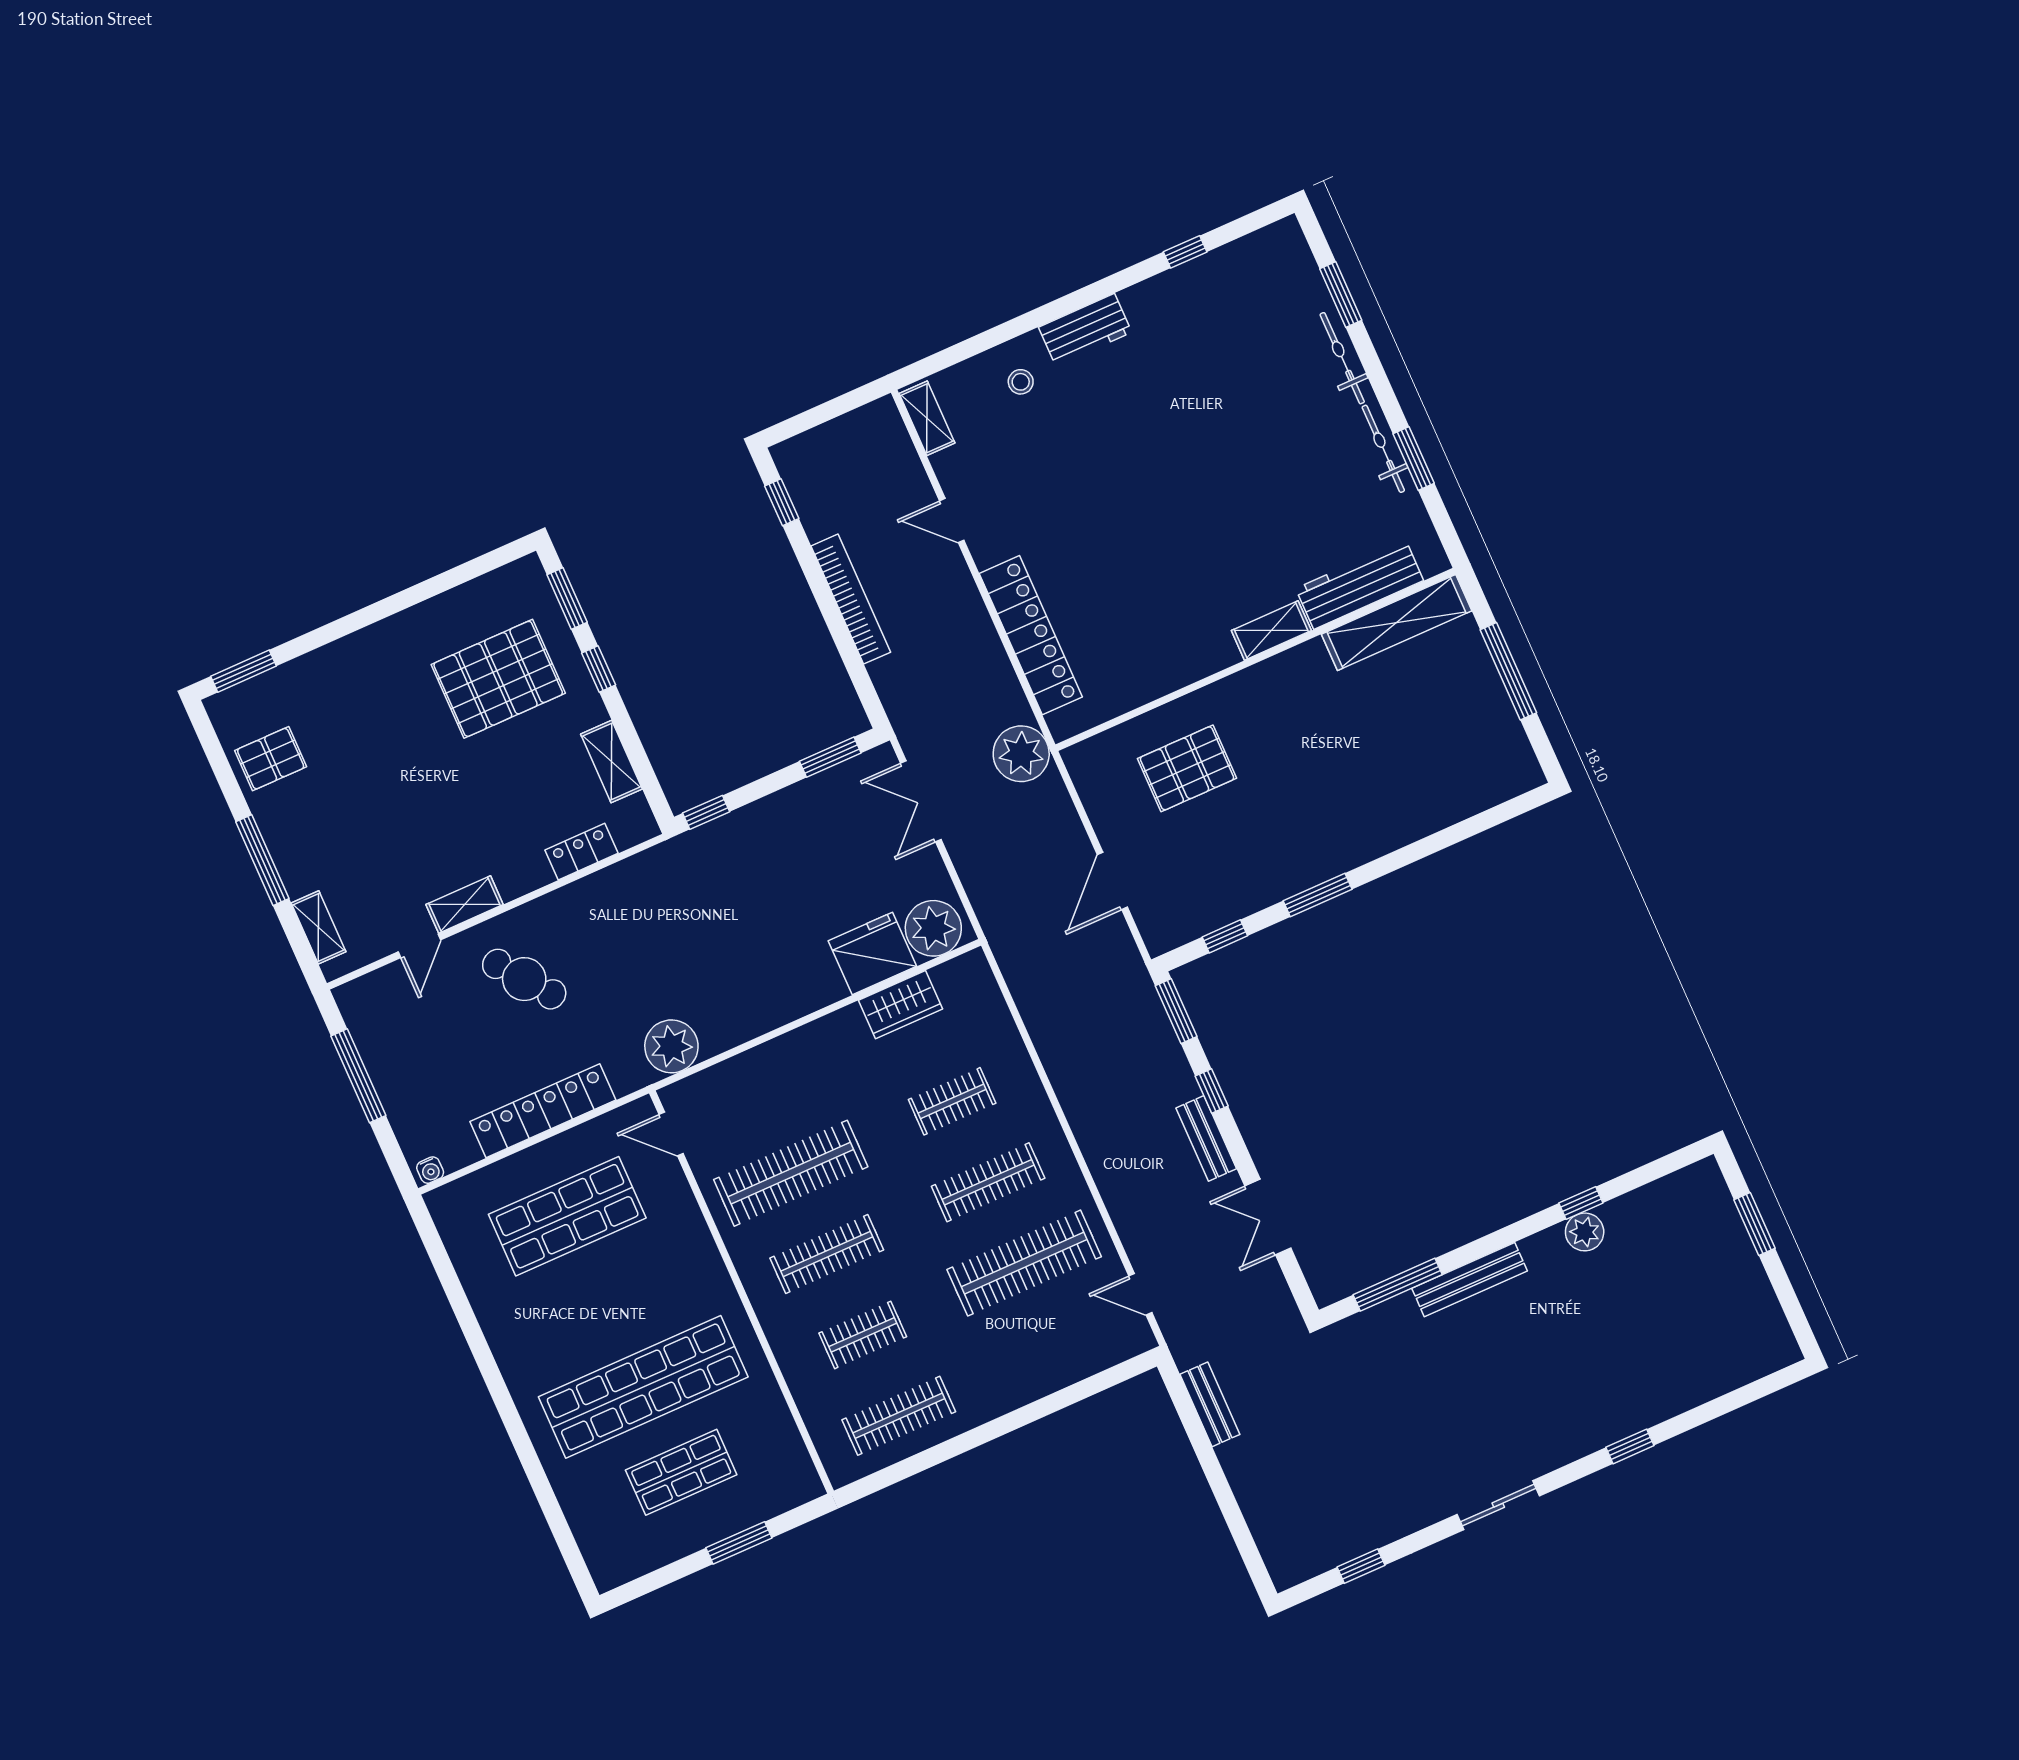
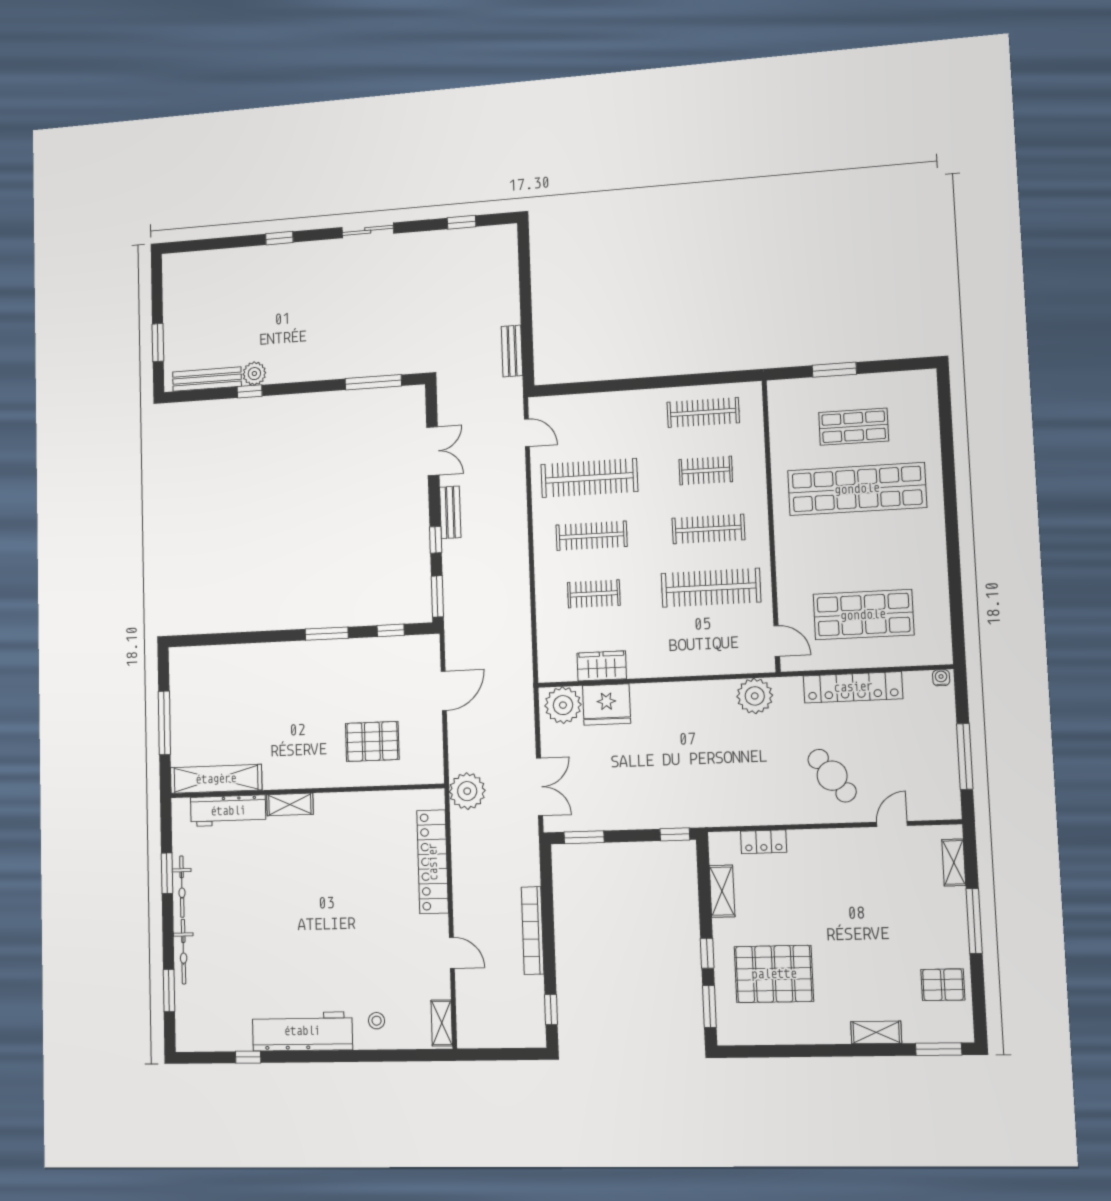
workbench: (1085, 330) -> (302, 1031), width x1.88, depth x1.32
shelving: (465, 904) -> (876, 1032), moved
bench: (1470, 1280) -> (207, 379), moved

